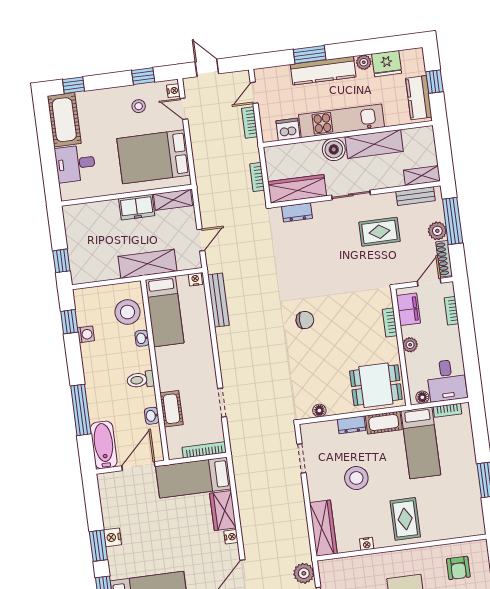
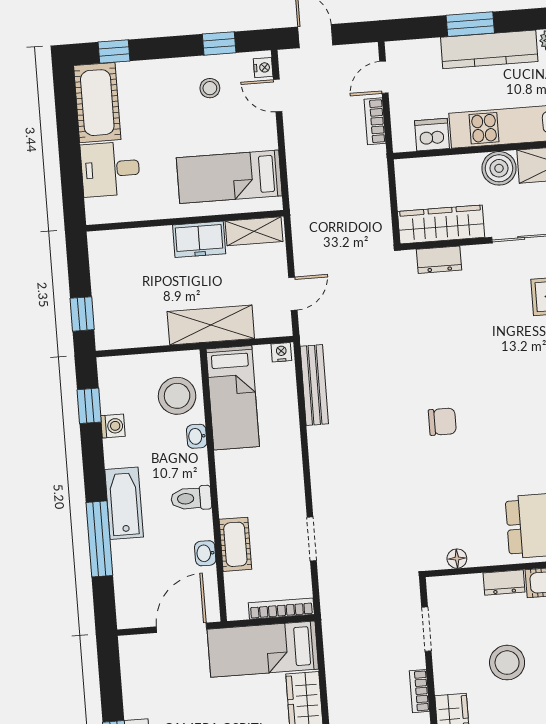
bed: (154, 157) -> (229, 177), width x0.67
bookcase: (257, 177) -> (419, 691), moved
bathtub: (104, 445) -> (124, 503), moved

